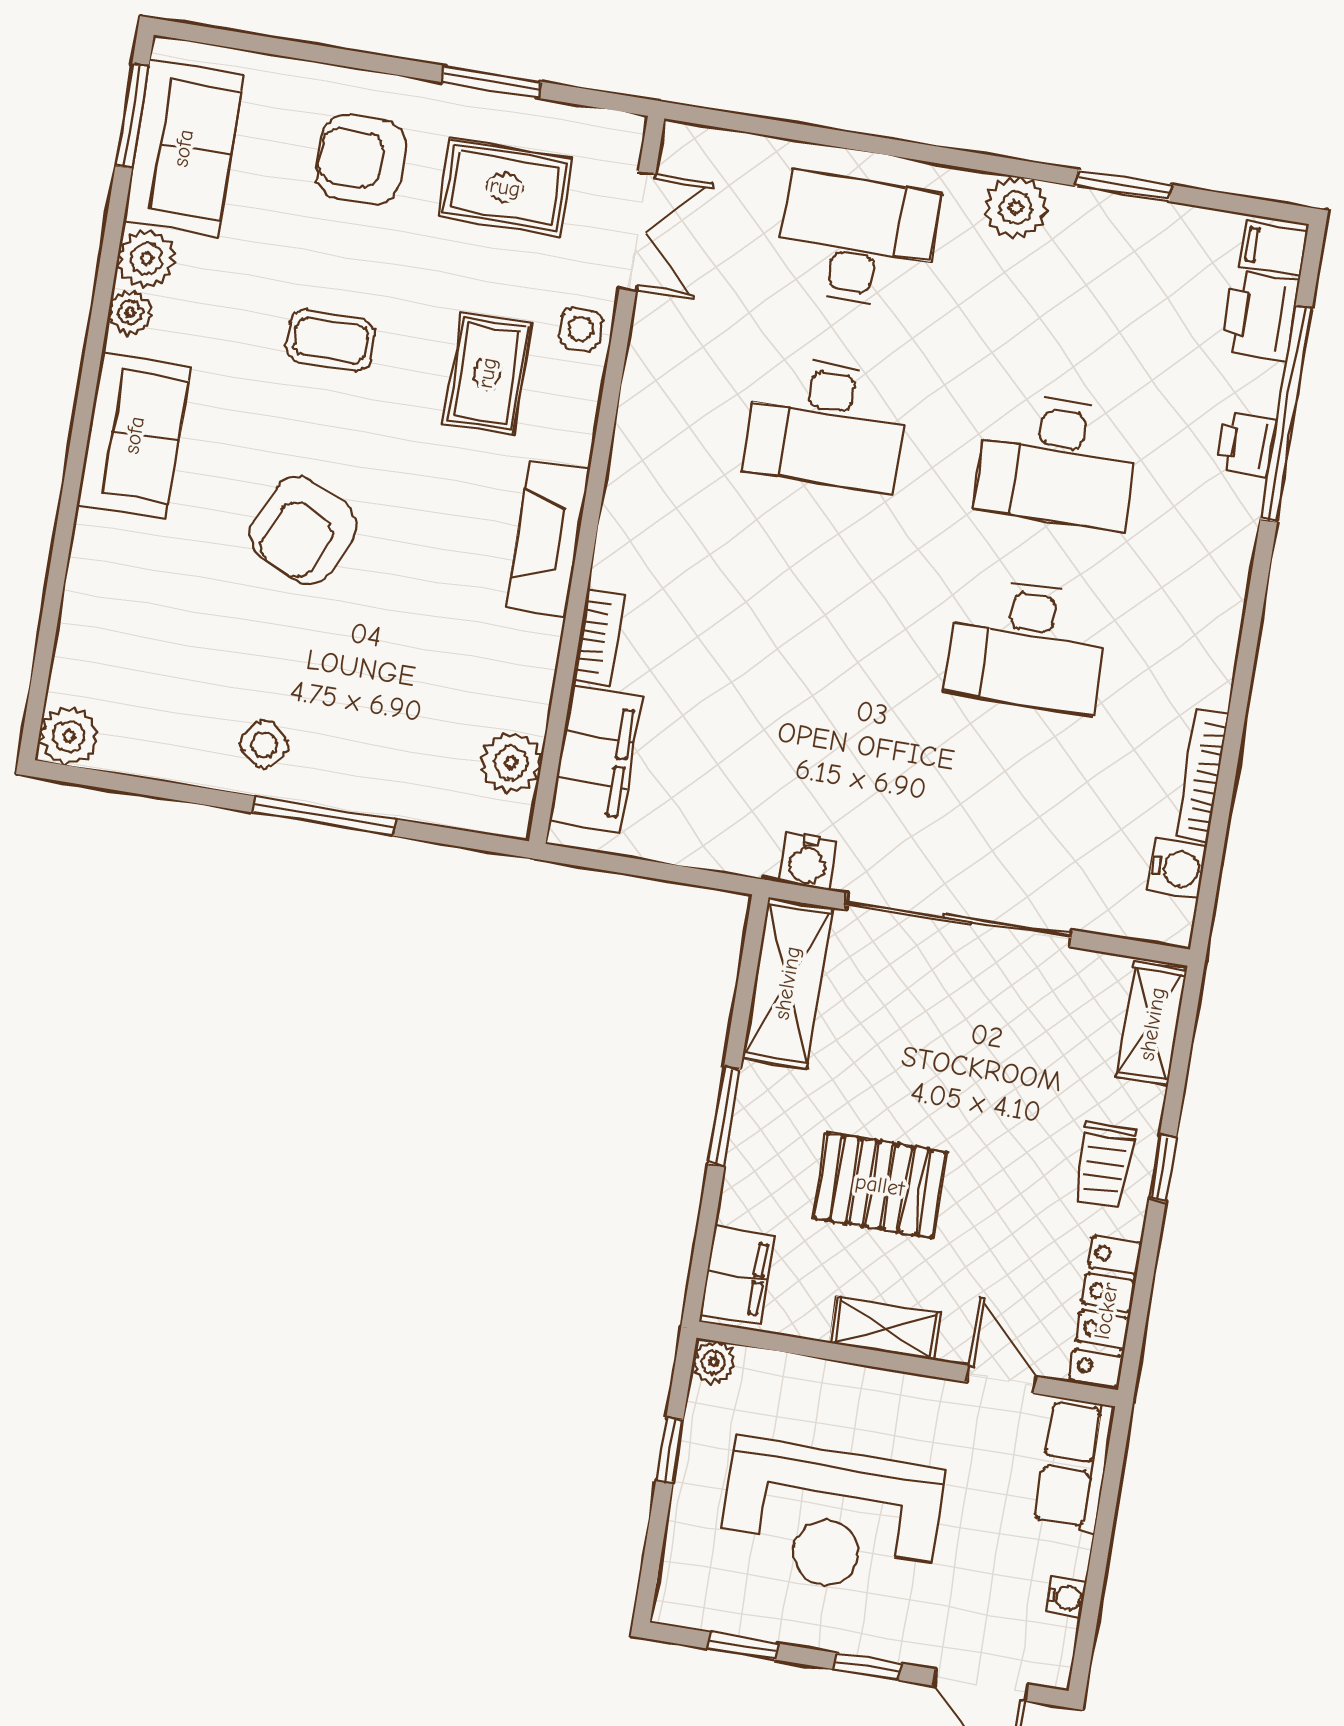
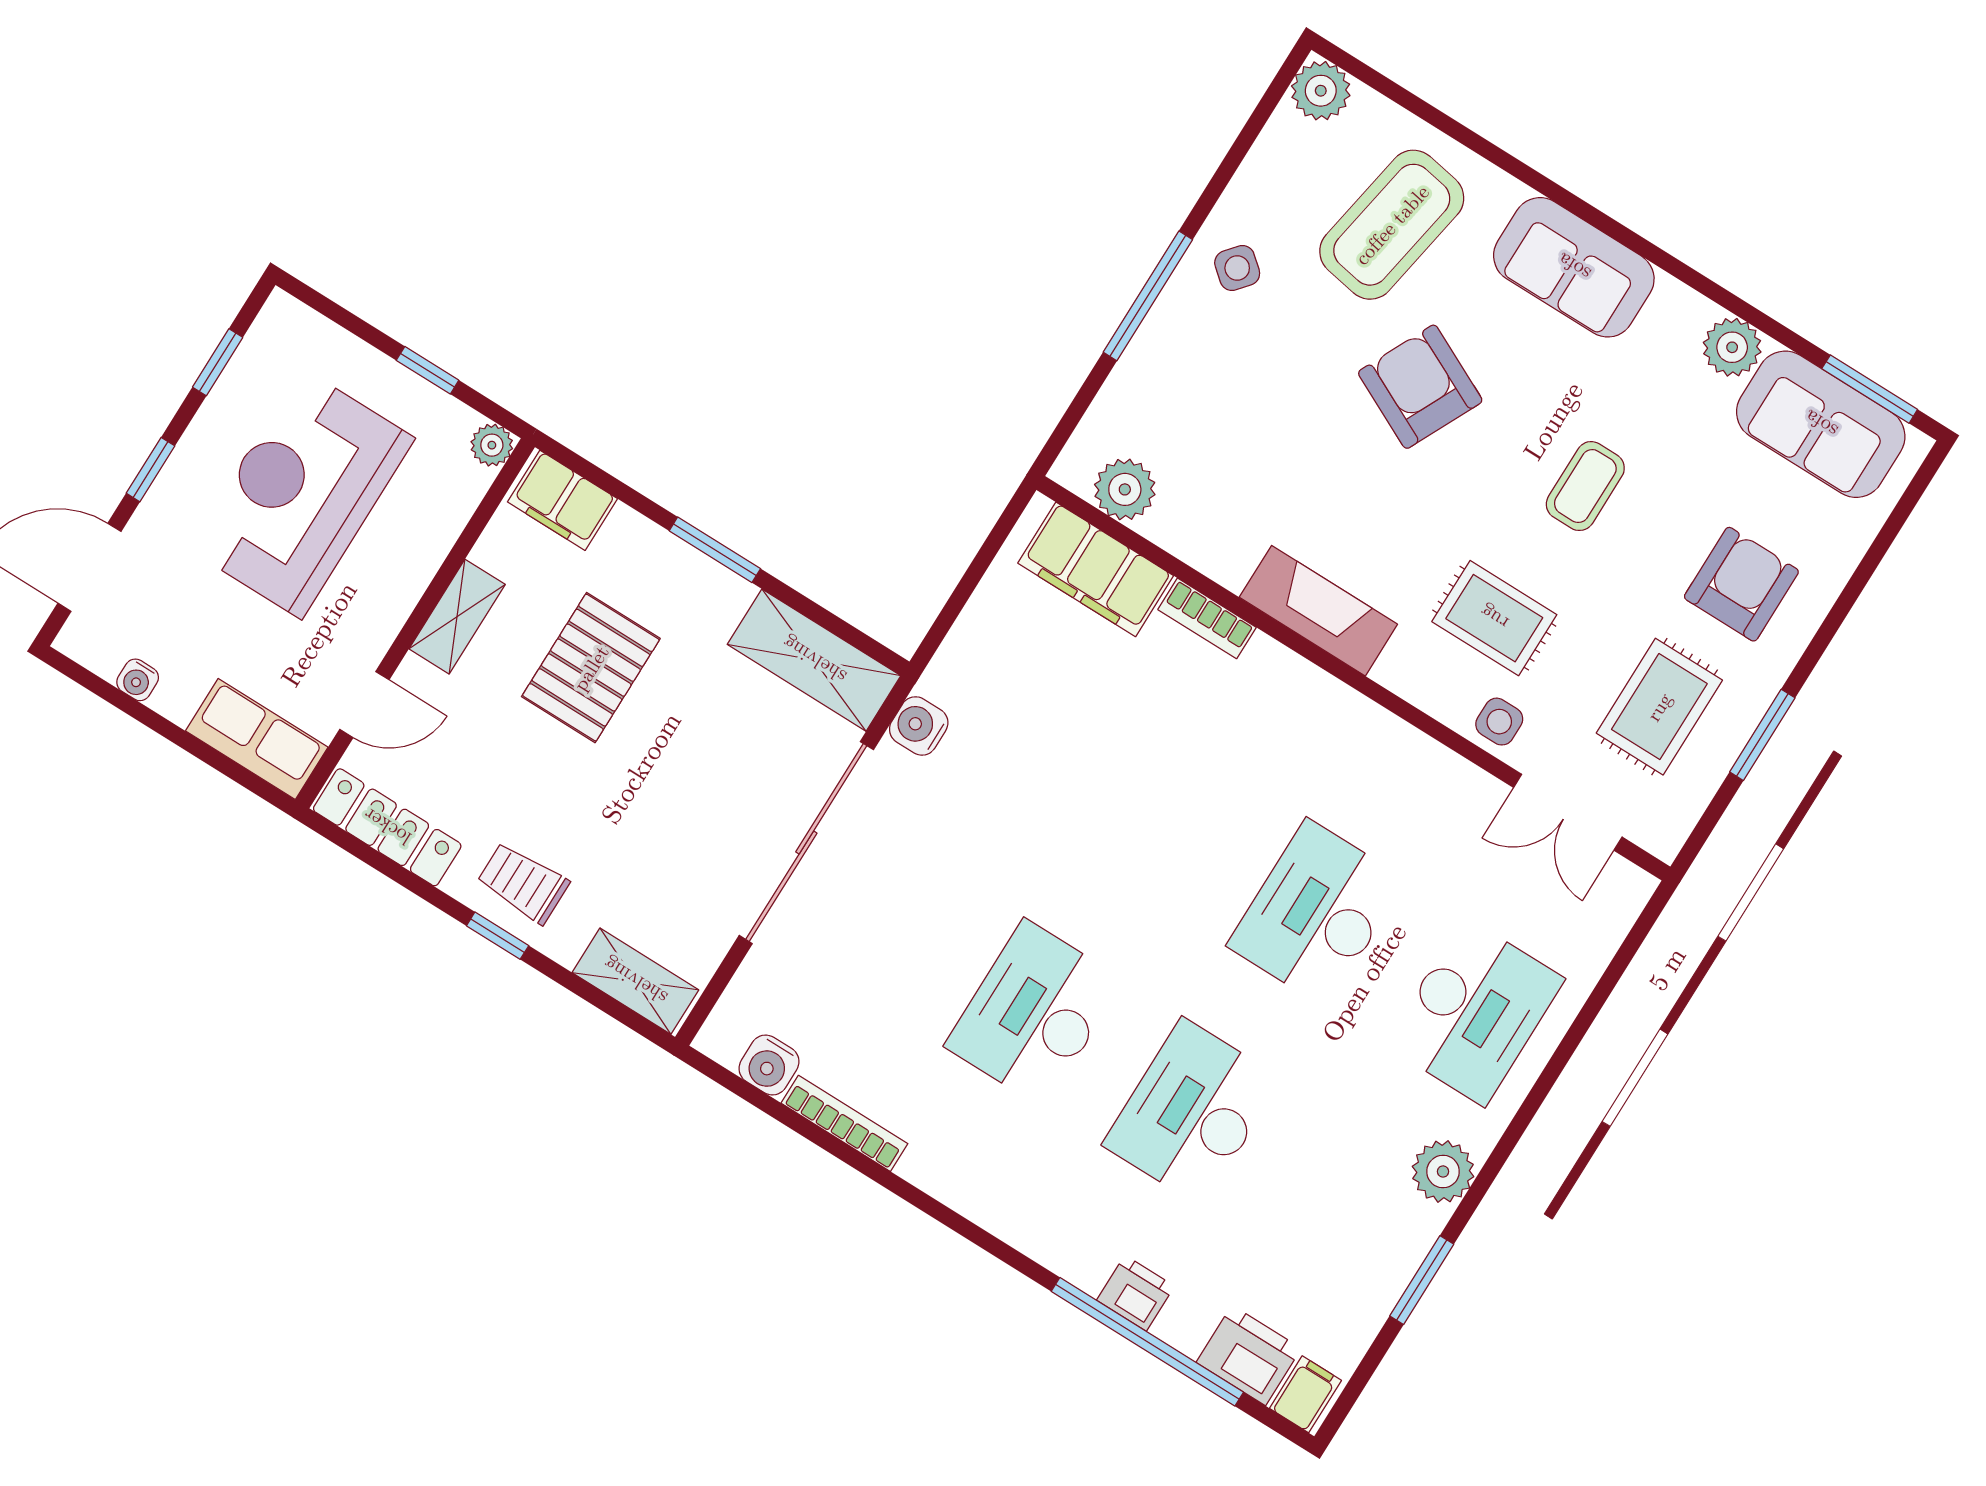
plant: (130, 312) -> (1689, 312), removed
coffee table: (165, 619) -> (1392, 225), added

